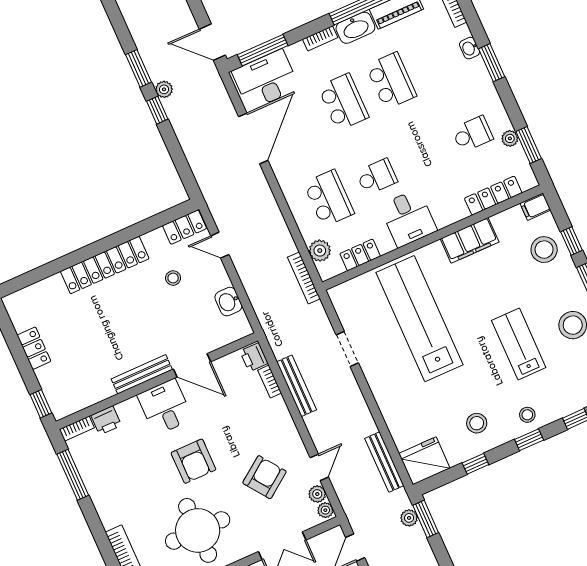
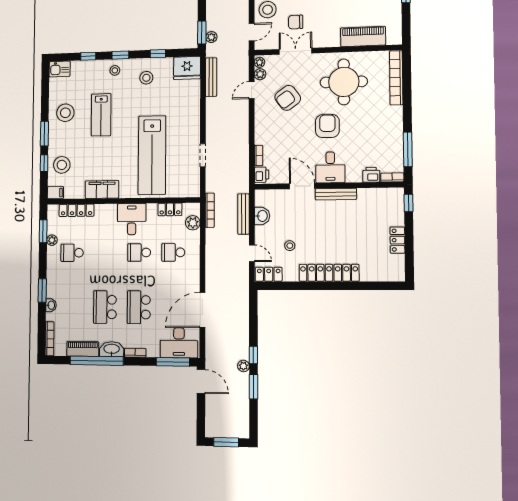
school desk: (329, 198) -> (173, 252), width x0.54
bench: (297, 386) -> (243, 214), moved

